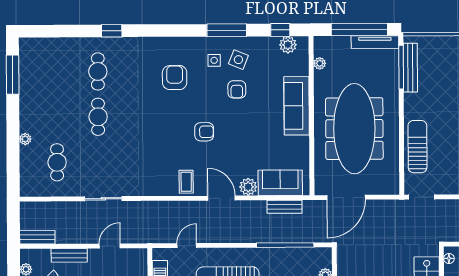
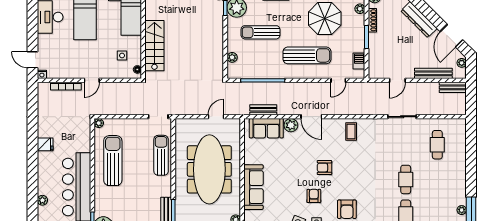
armchair: (237, 89) -> (314, 196), moved
plant: (25, 139) -> (462, 210), moved
sun lounger: (417, 147) -> (161, 155), turned 180
coffee table: (186, 182) -> (351, 132), moved
door: (346, 197) -> (216, 117), width x0.53
bench: (69, 255) -> (433, 73), width x1.36

